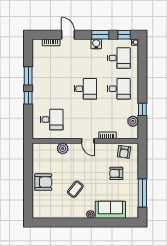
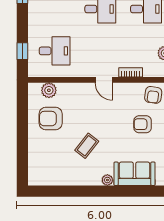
window: (28, 98) -> (22, 51), moved
plant: (63, 148) -> (49, 90), moved
armchair: (43, 182) -> (51, 119), moved, turned 180

